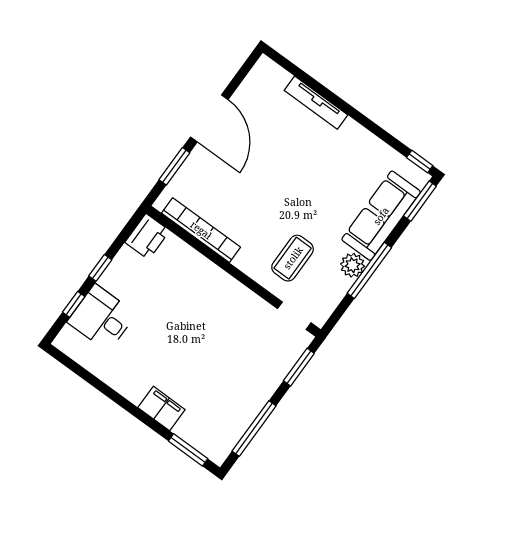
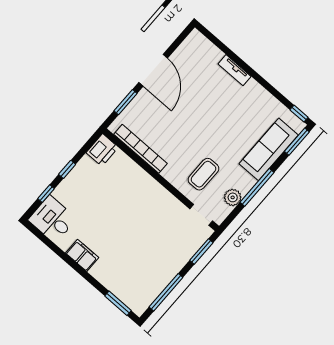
tv unit: (316, 103) -> (235, 70), width x0.71
plant: (353, 265) -> (233, 197), moved
desk: (102, 318) -> (52, 219), moved
filing cabinet: (161, 409) -> (82, 255), moved

